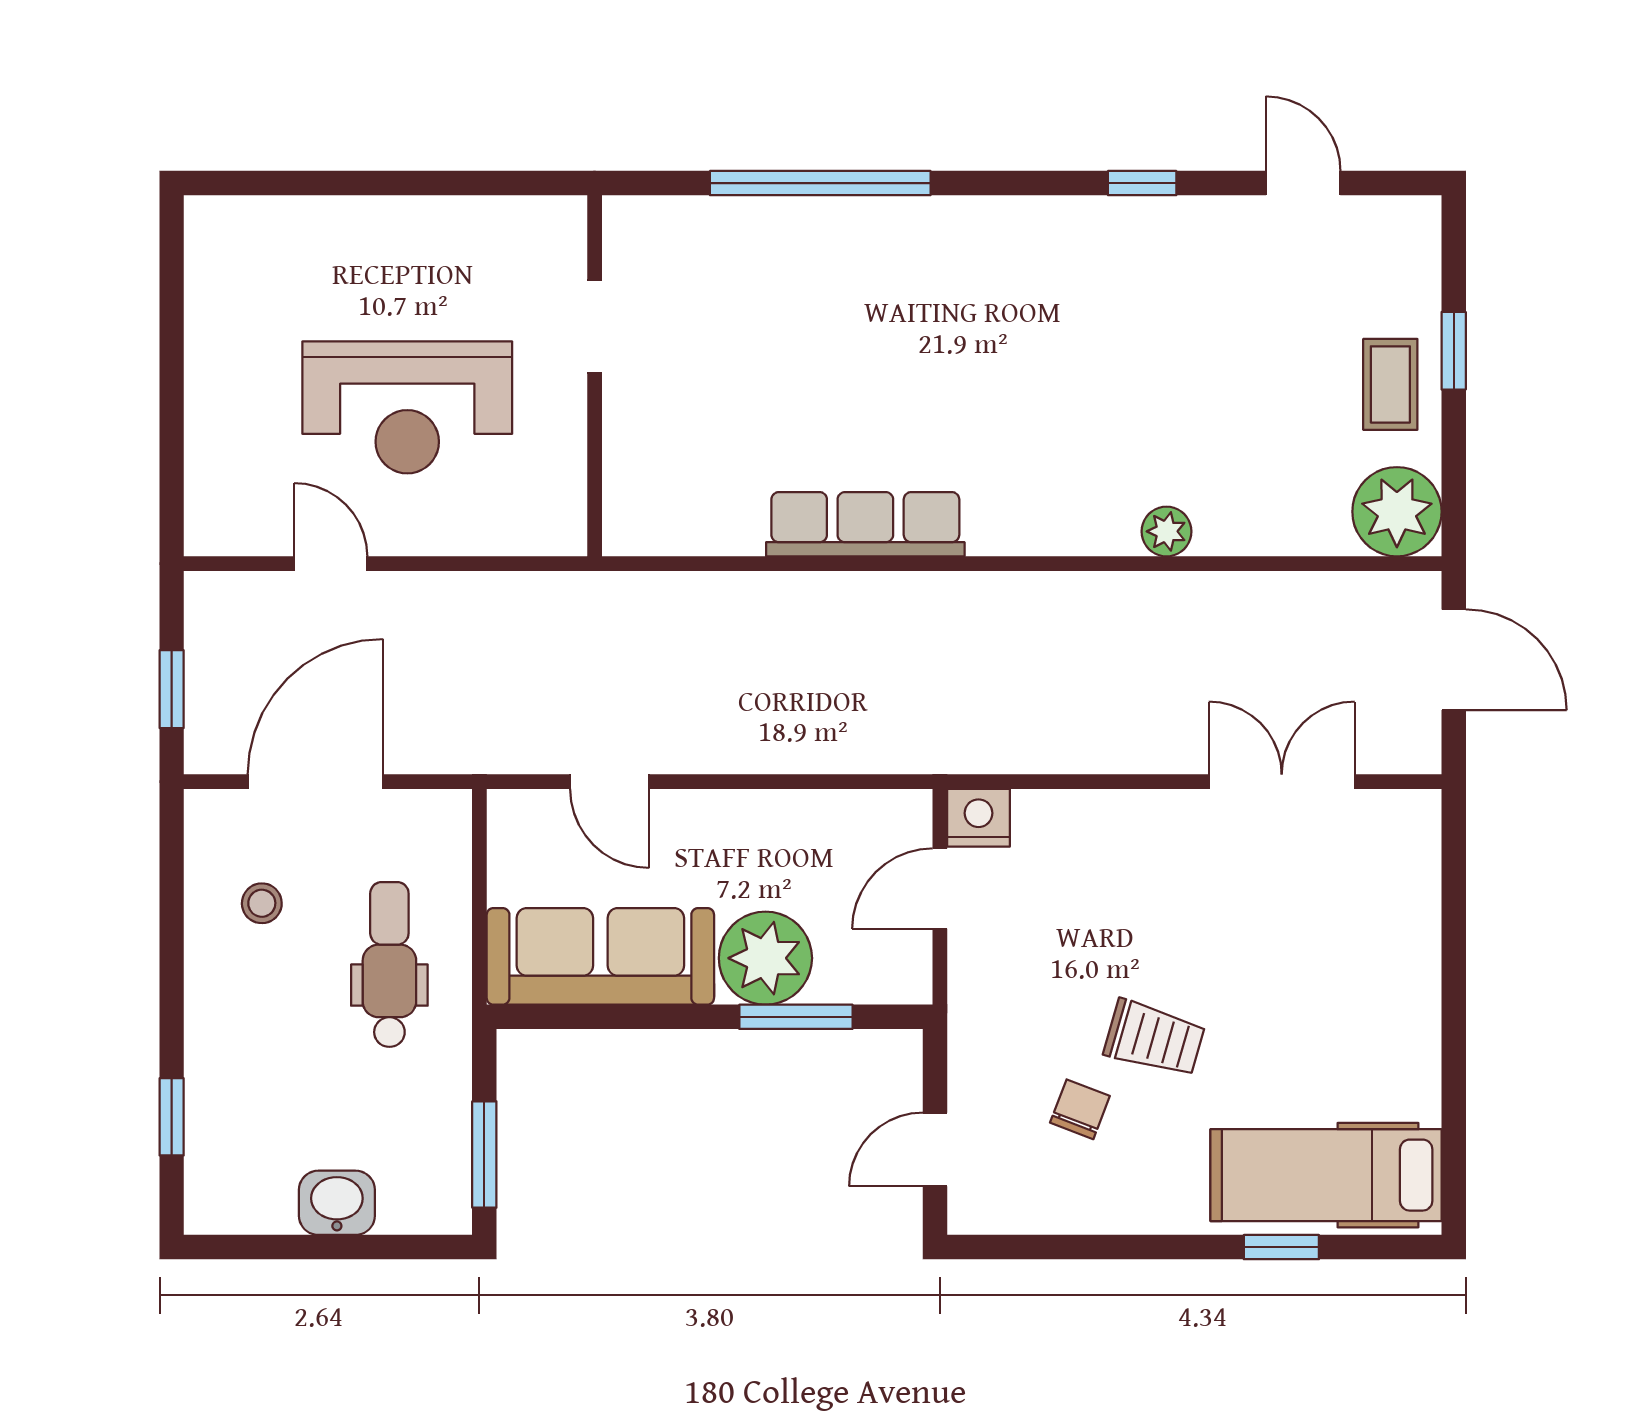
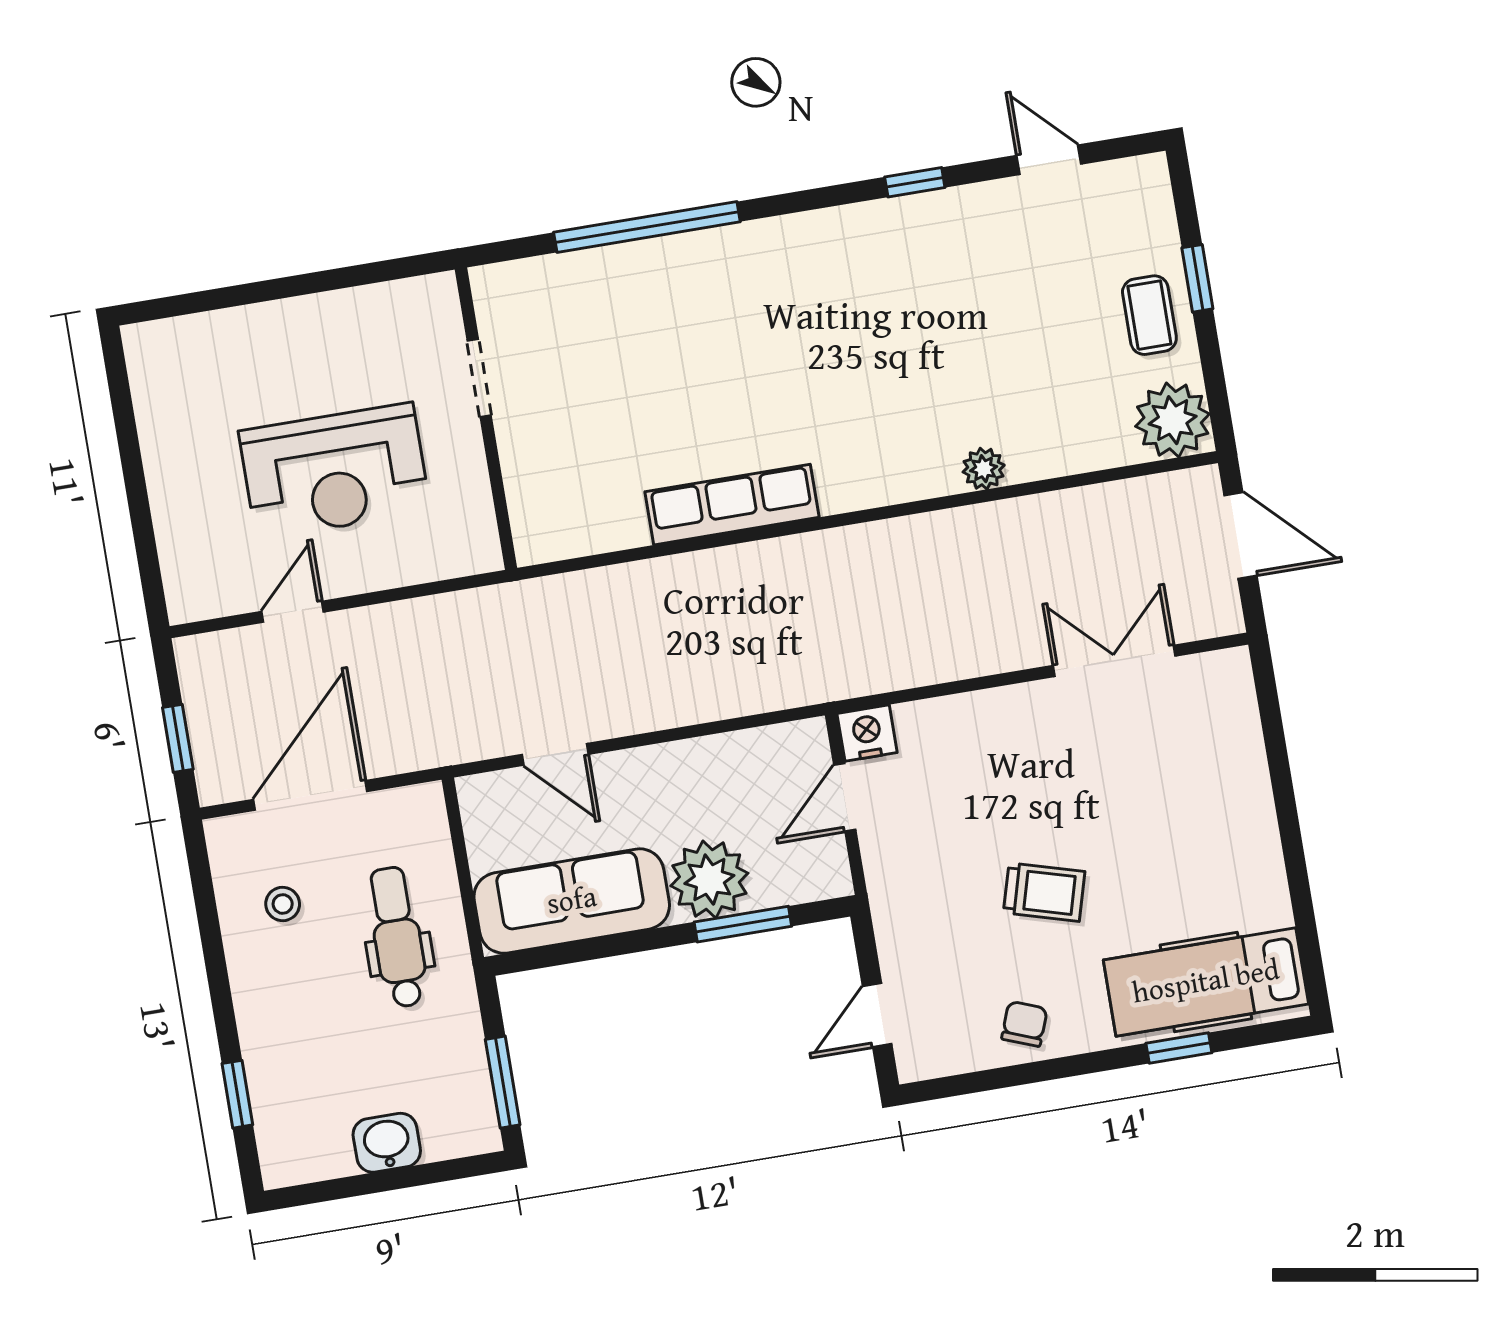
door: (331, 564) -> (293, 612), hinge flipped
chair: (1080, 1109) -> (1024, 1024), moved

